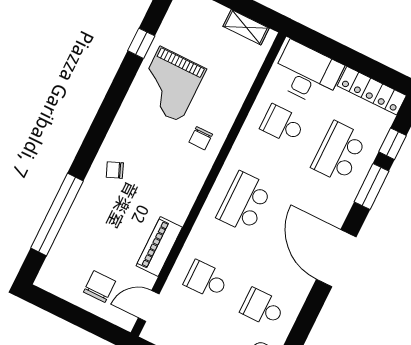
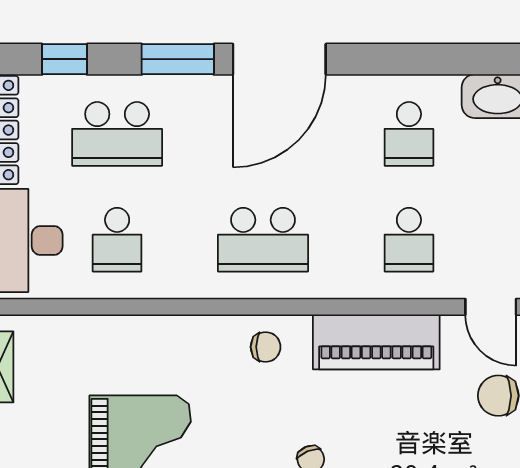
chair: (201, 138) -> (266, 347), moved
window: (371, 187) -> (178, 59), moved
piano: (159, 247) -> (376, 342), width x1.37, depth x1.33

